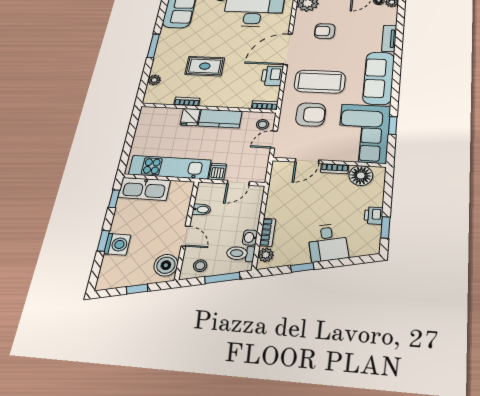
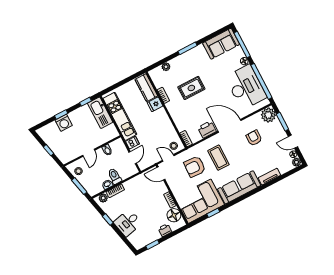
rug: (205, 66) -> (191, 88), turned 90
coffee table: (320, 82) -> (218, 158), width x0.73, depth x0.76
armchair: (311, 115) -> (195, 167), turned 93
kitchen counter: (220, 119) -> (146, 88), moved
door: (307, 161) -> (161, 173), moved
door: (238, 183) -> (133, 158), swing flipped
printer: (374, 216) -> (165, 230), moved
toilet: (240, 253) -> (115, 176), moved
boiler: (166, 265) -> (68, 155), removed

